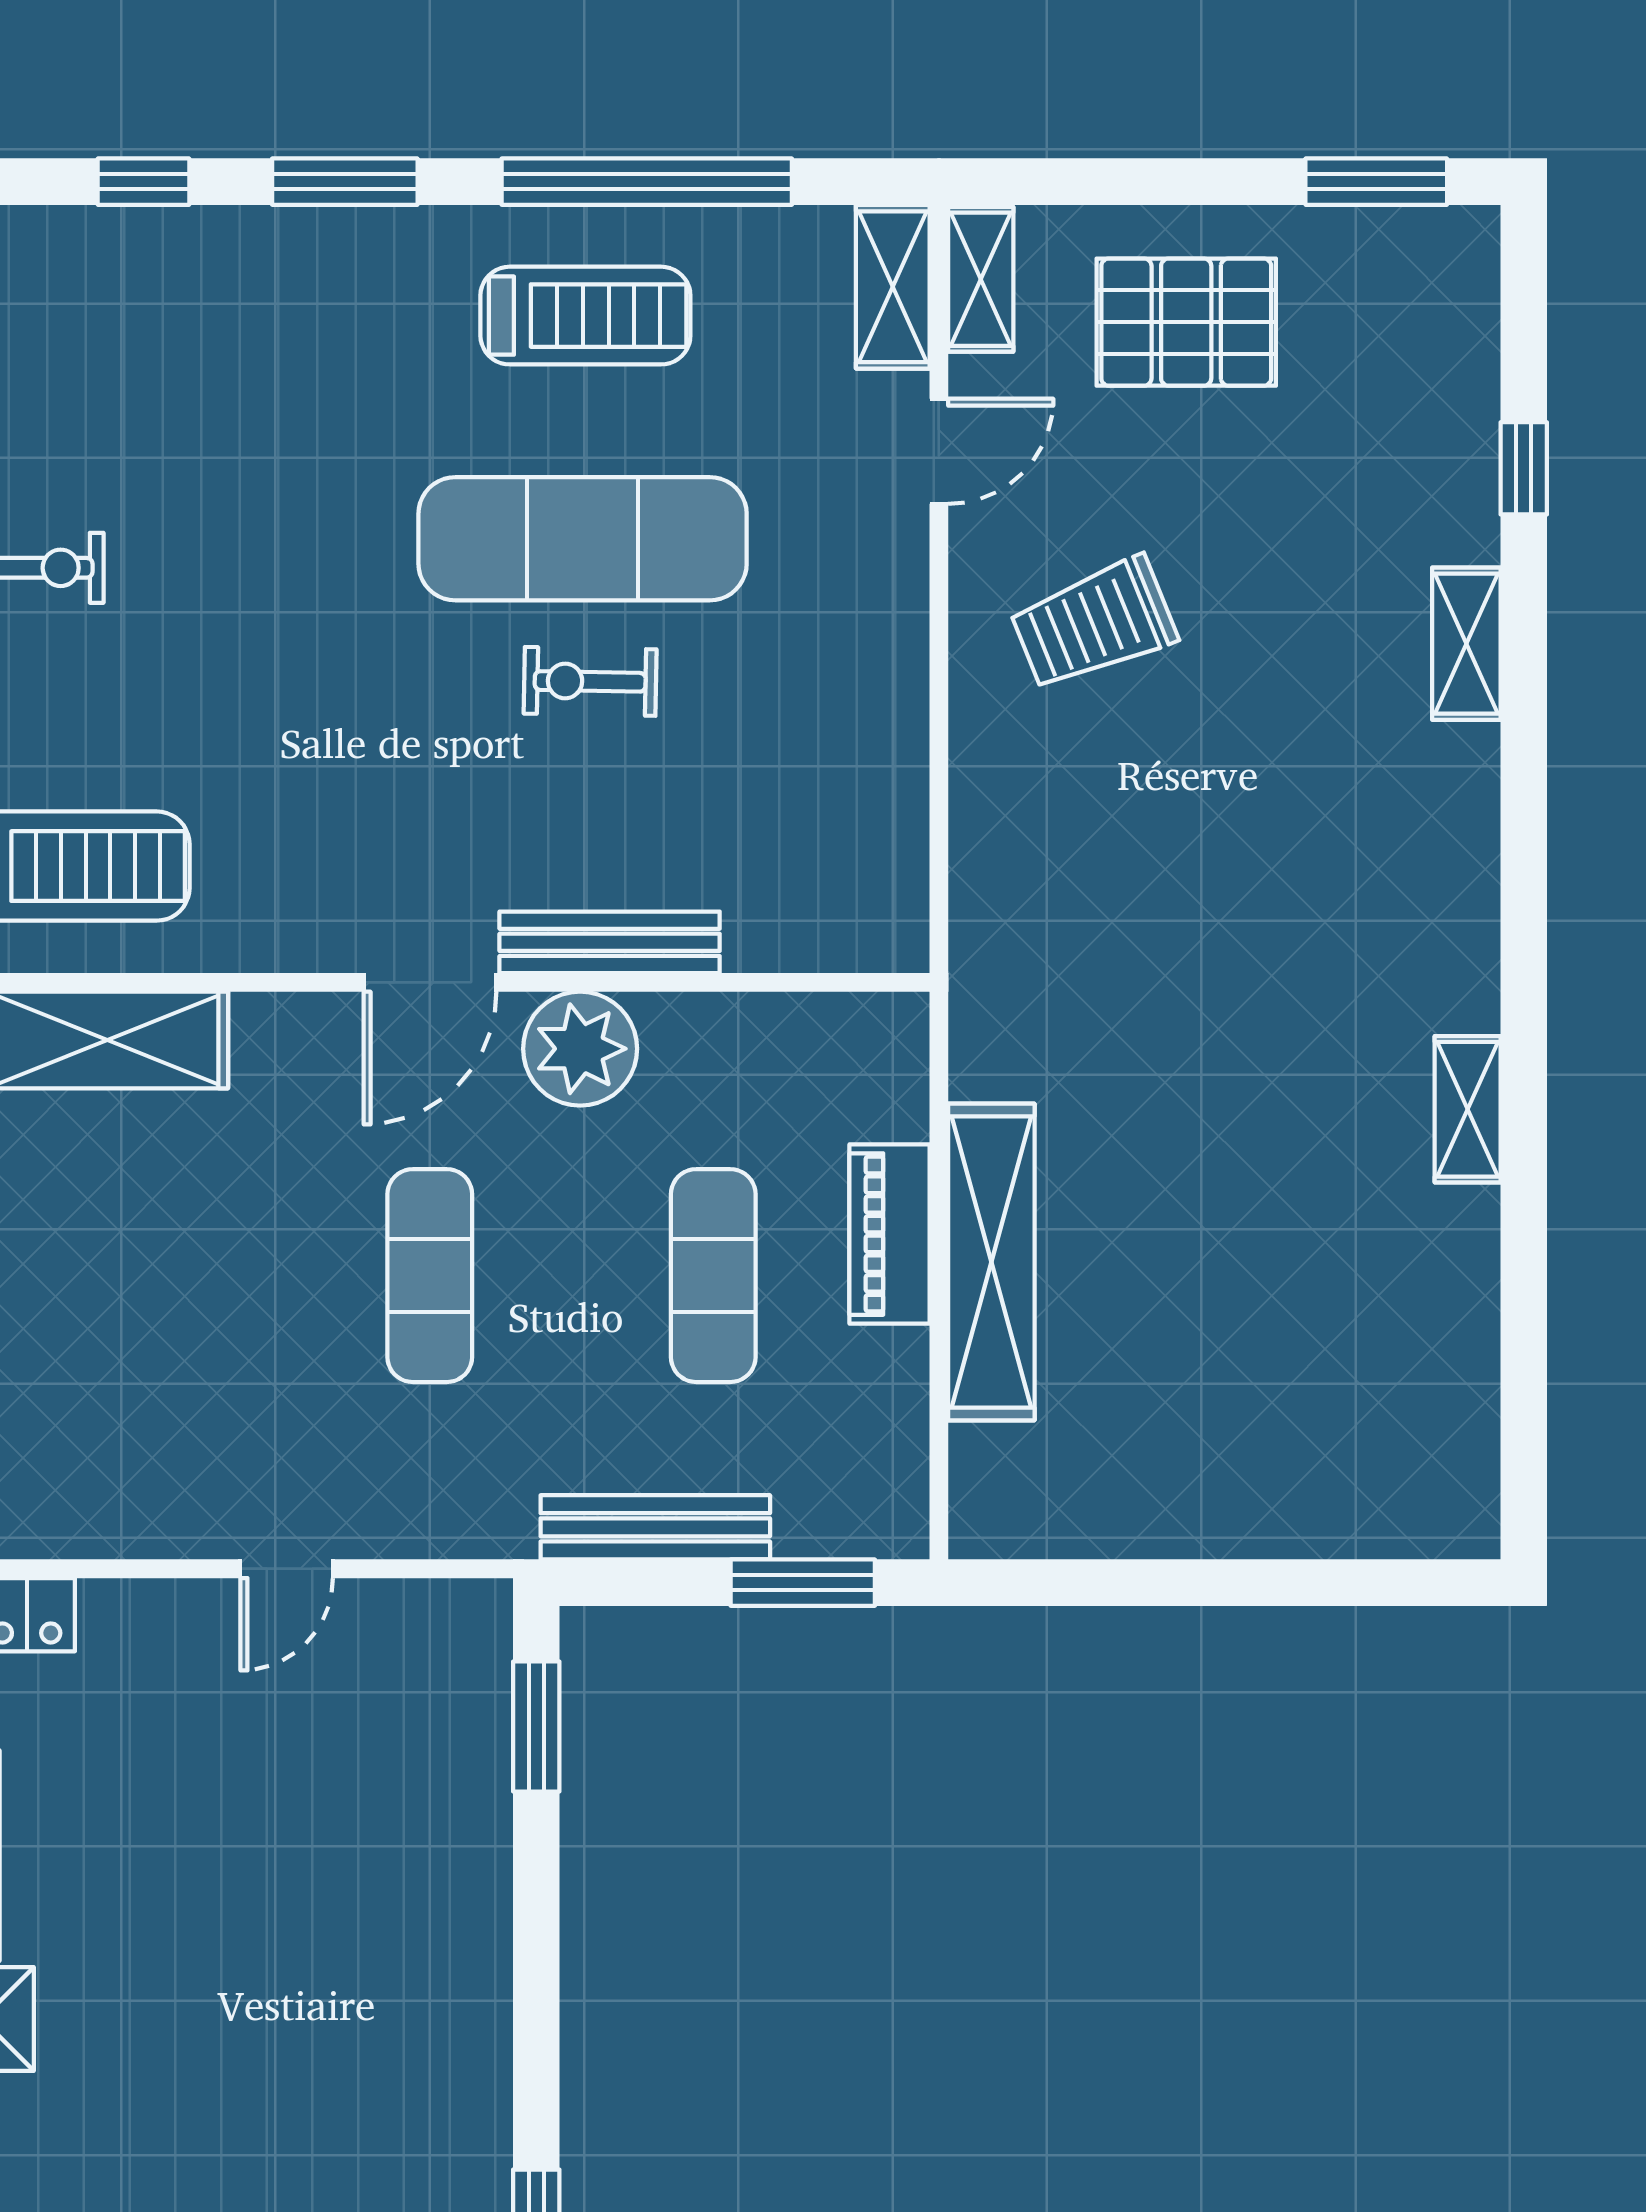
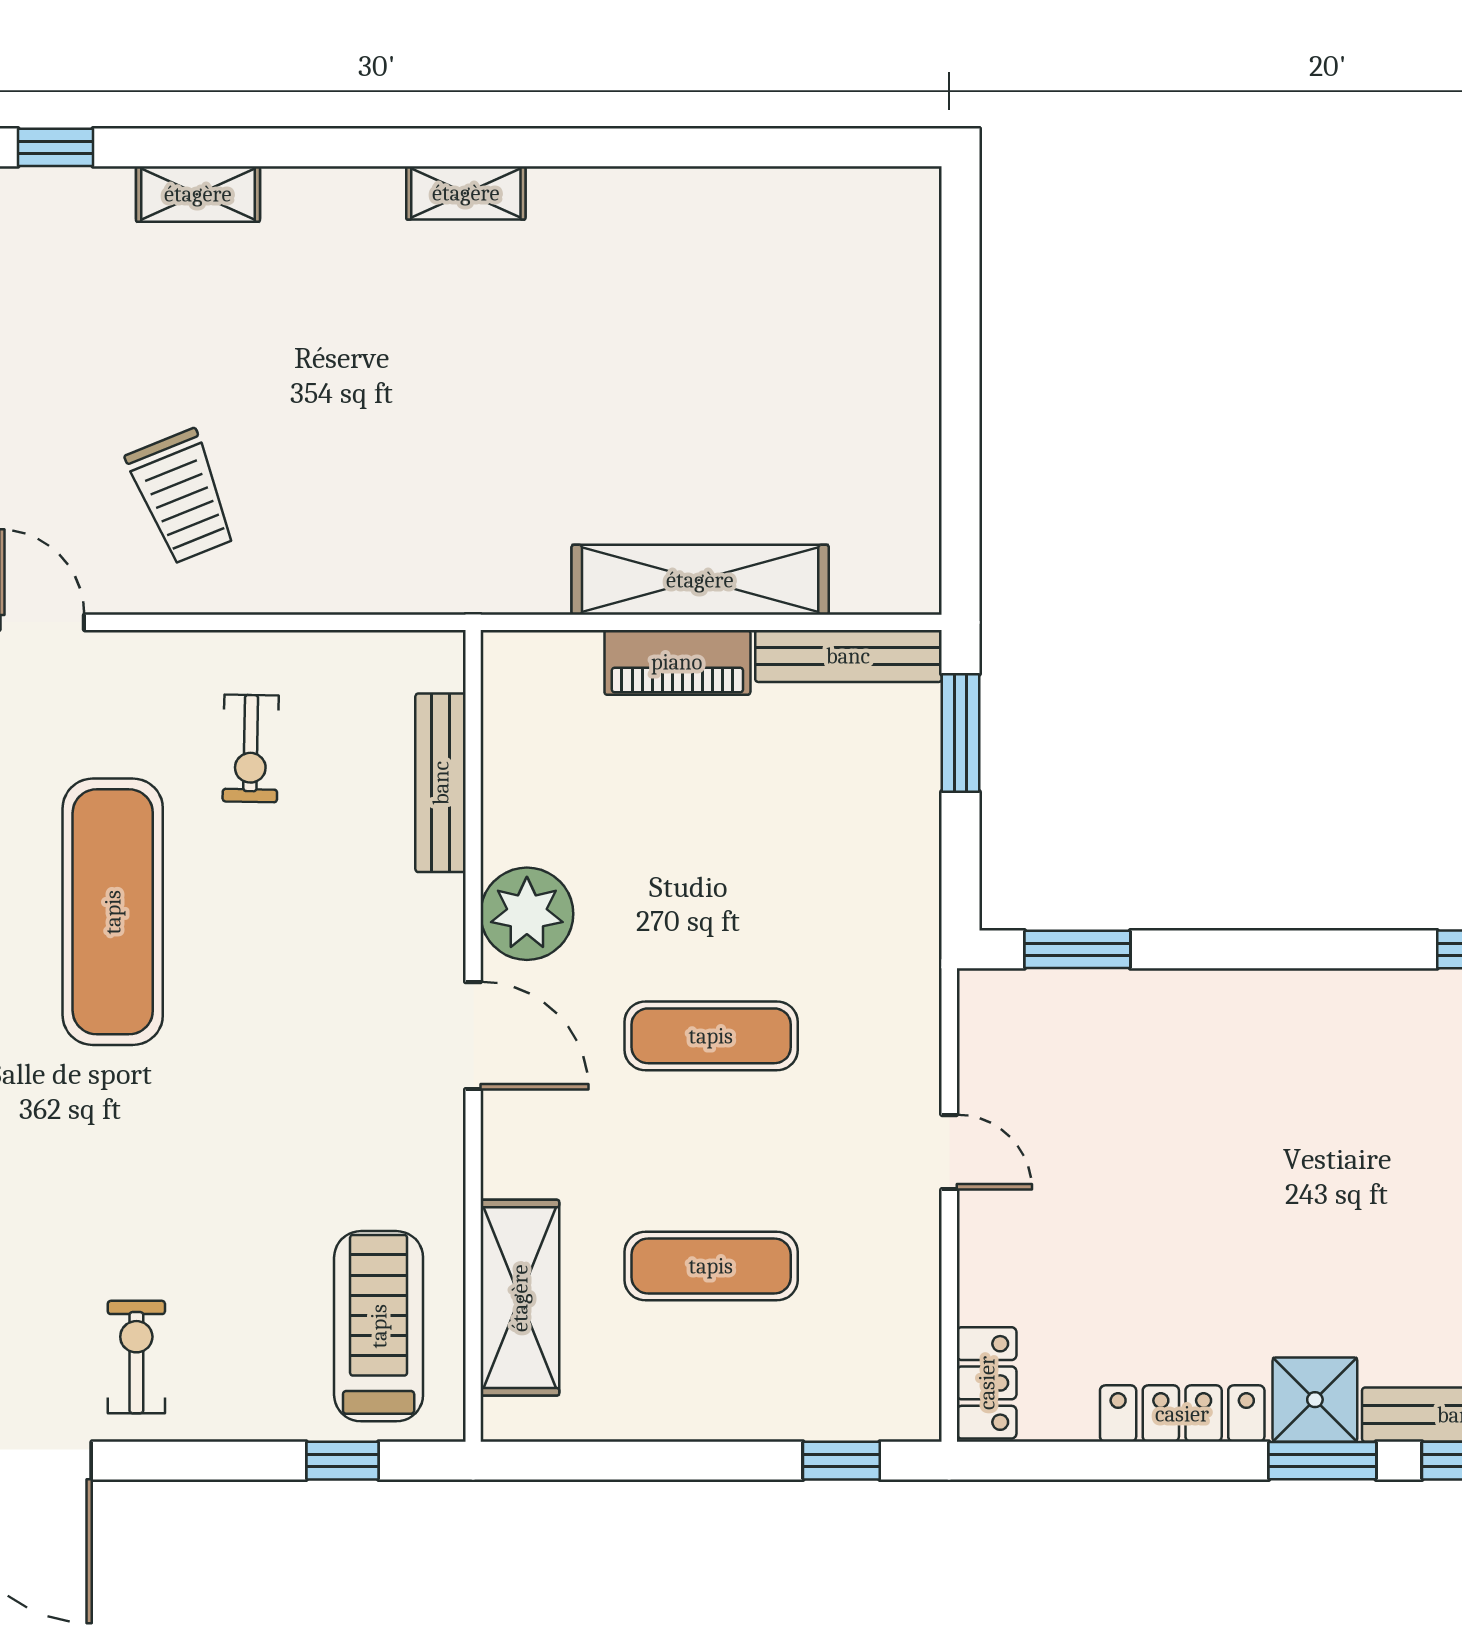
exercise bike: (590, 681) -> (251, 748), moved
bench: (610, 942) -> (441, 783), moved
shelving: (1468, 1109) -> (466, 193), moved
exercise mat: (713, 1276) -> (711, 1266), moved
bench: (655, 1527) -> (848, 656), moved, turned 90

